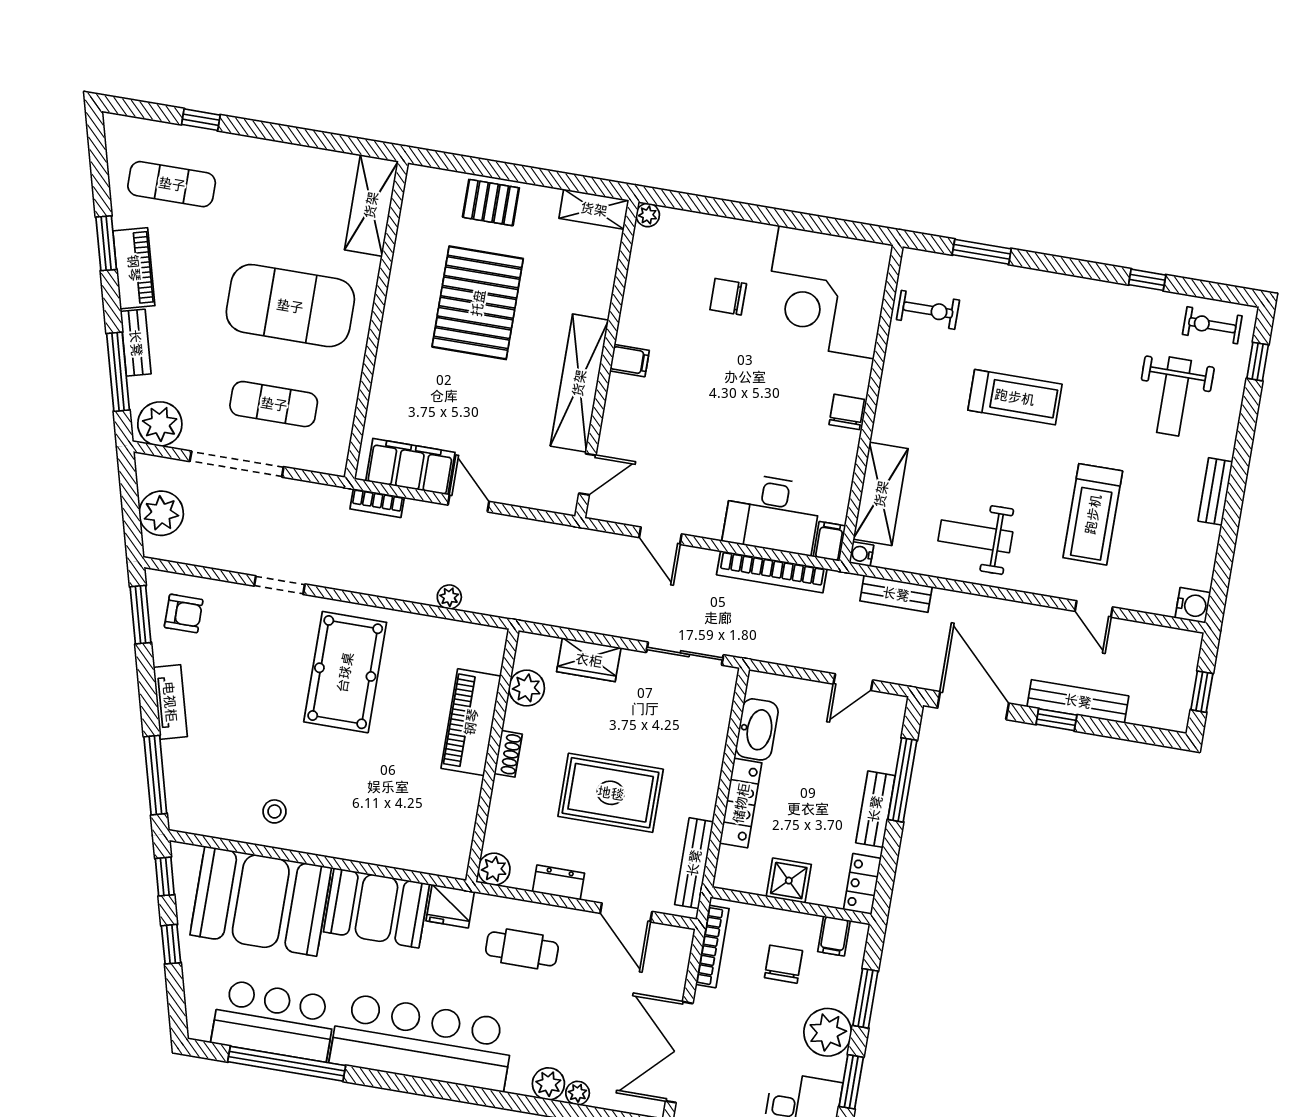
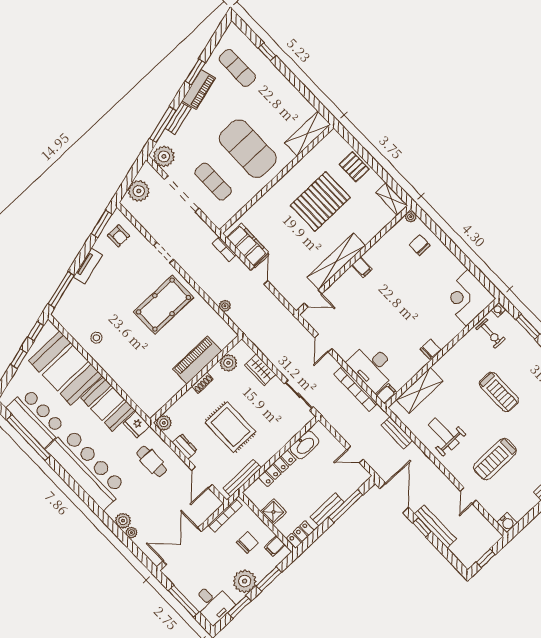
corner desk: (827, 292) -> (467, 298), width x0.74, depth x0.74
chair: (728, 297) -> (420, 245), moved
water cooler: (861, 554) -> (498, 310), moved

